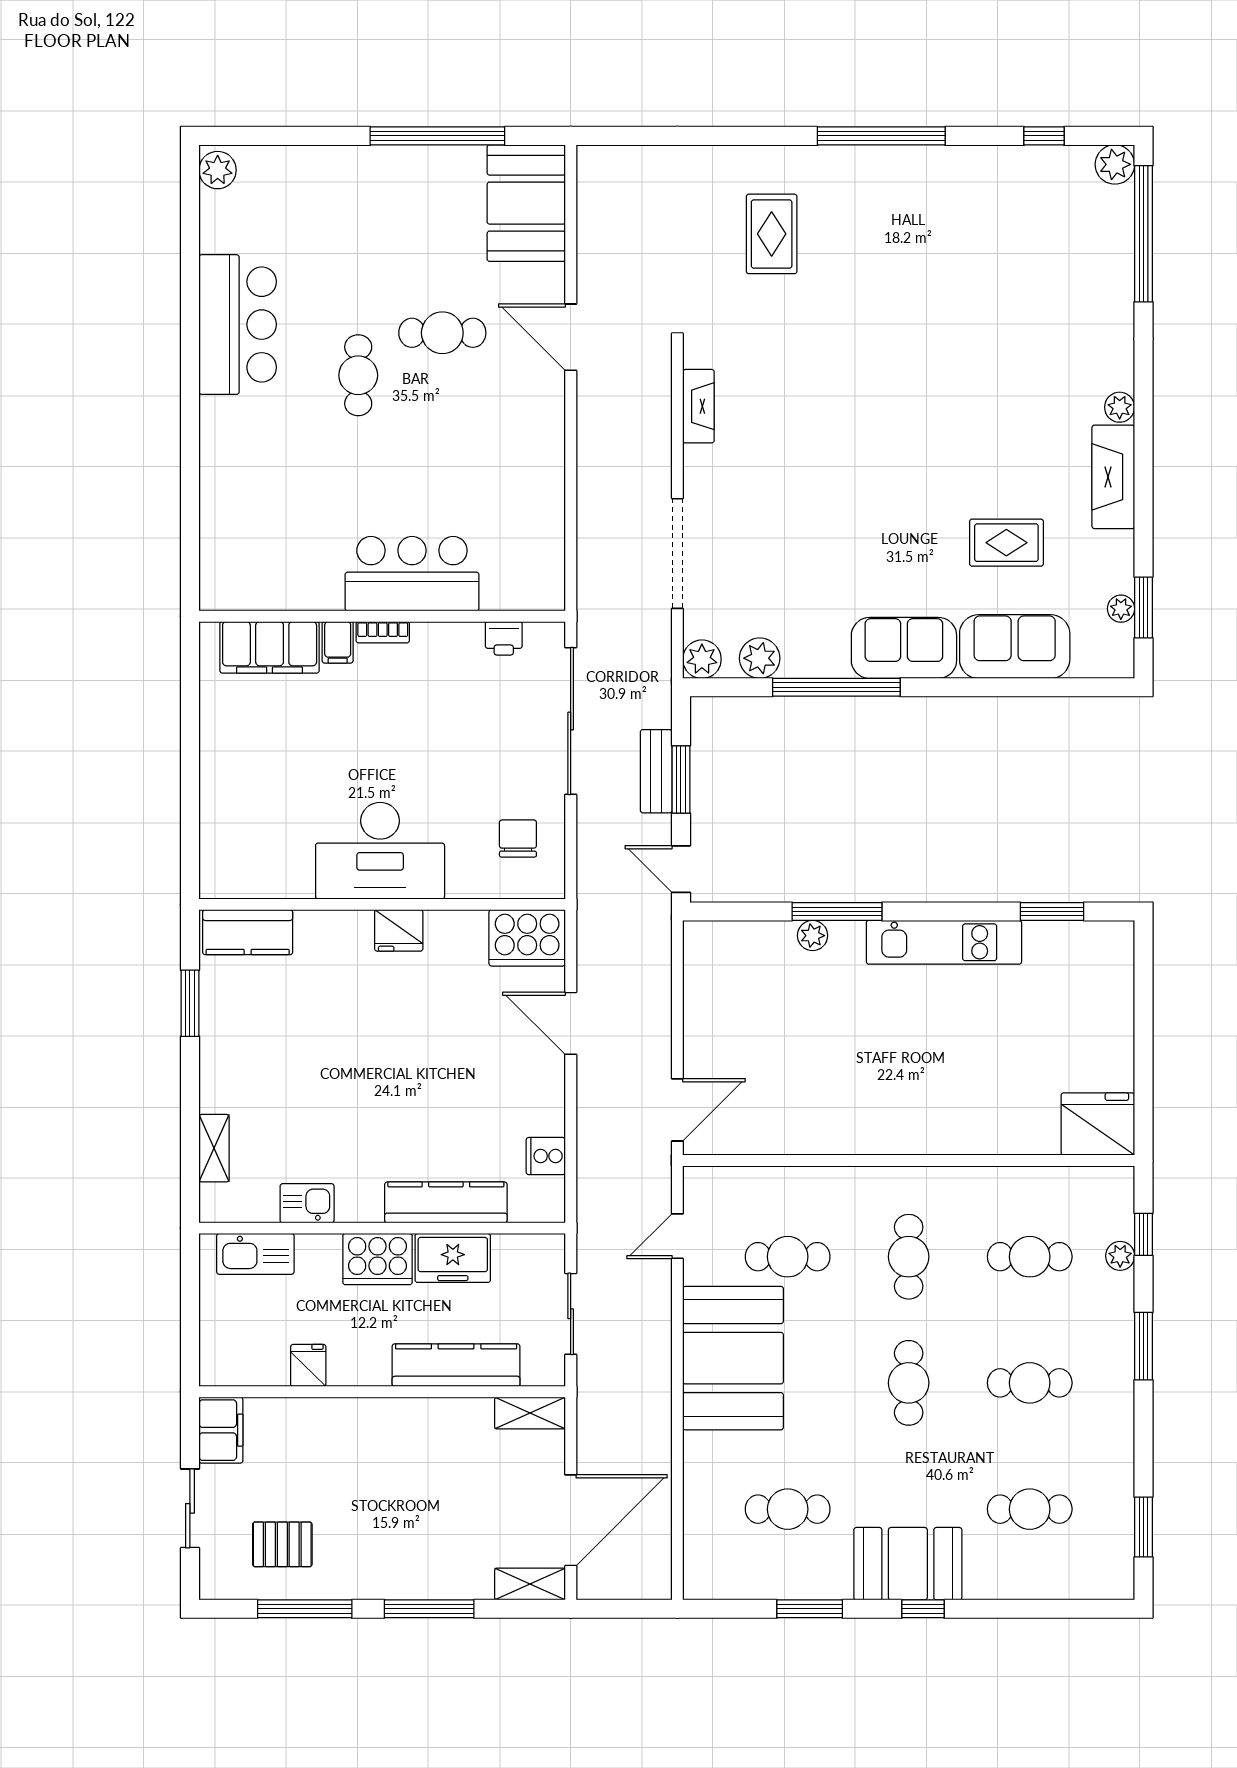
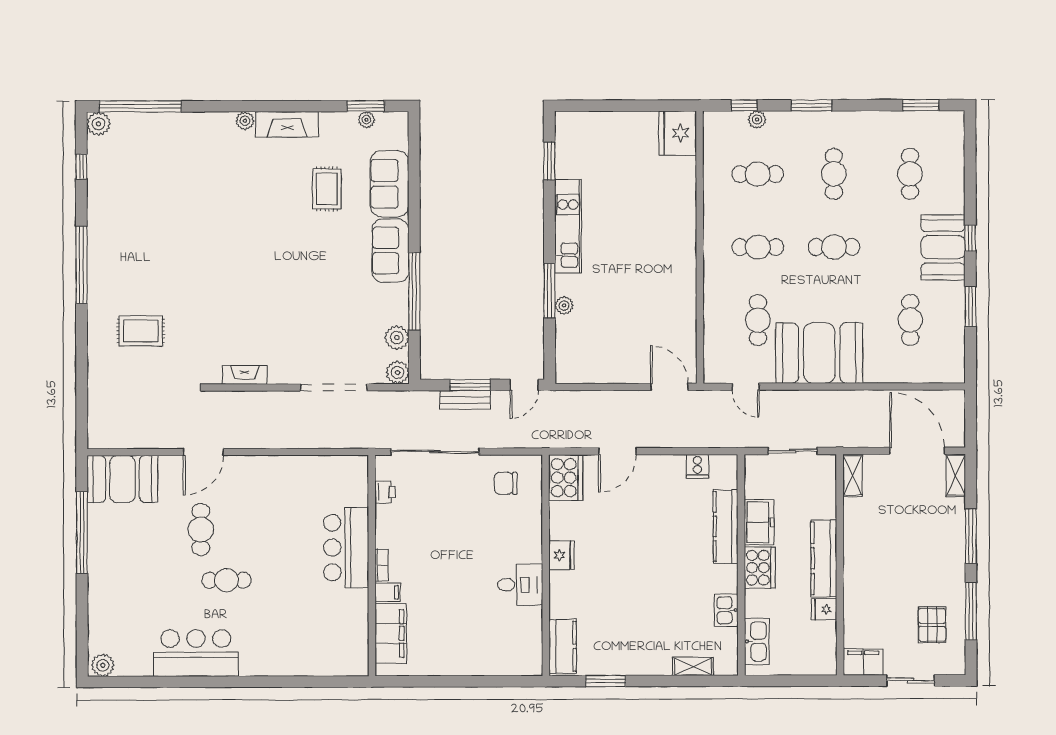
desk: (380, 851) -> (520, 585), width x0.53, depth x0.77
cafe table: (1030, 1257) -> (758, 174), turned 90
kitchen counter: (456, 1365) -> (824, 558), moved

